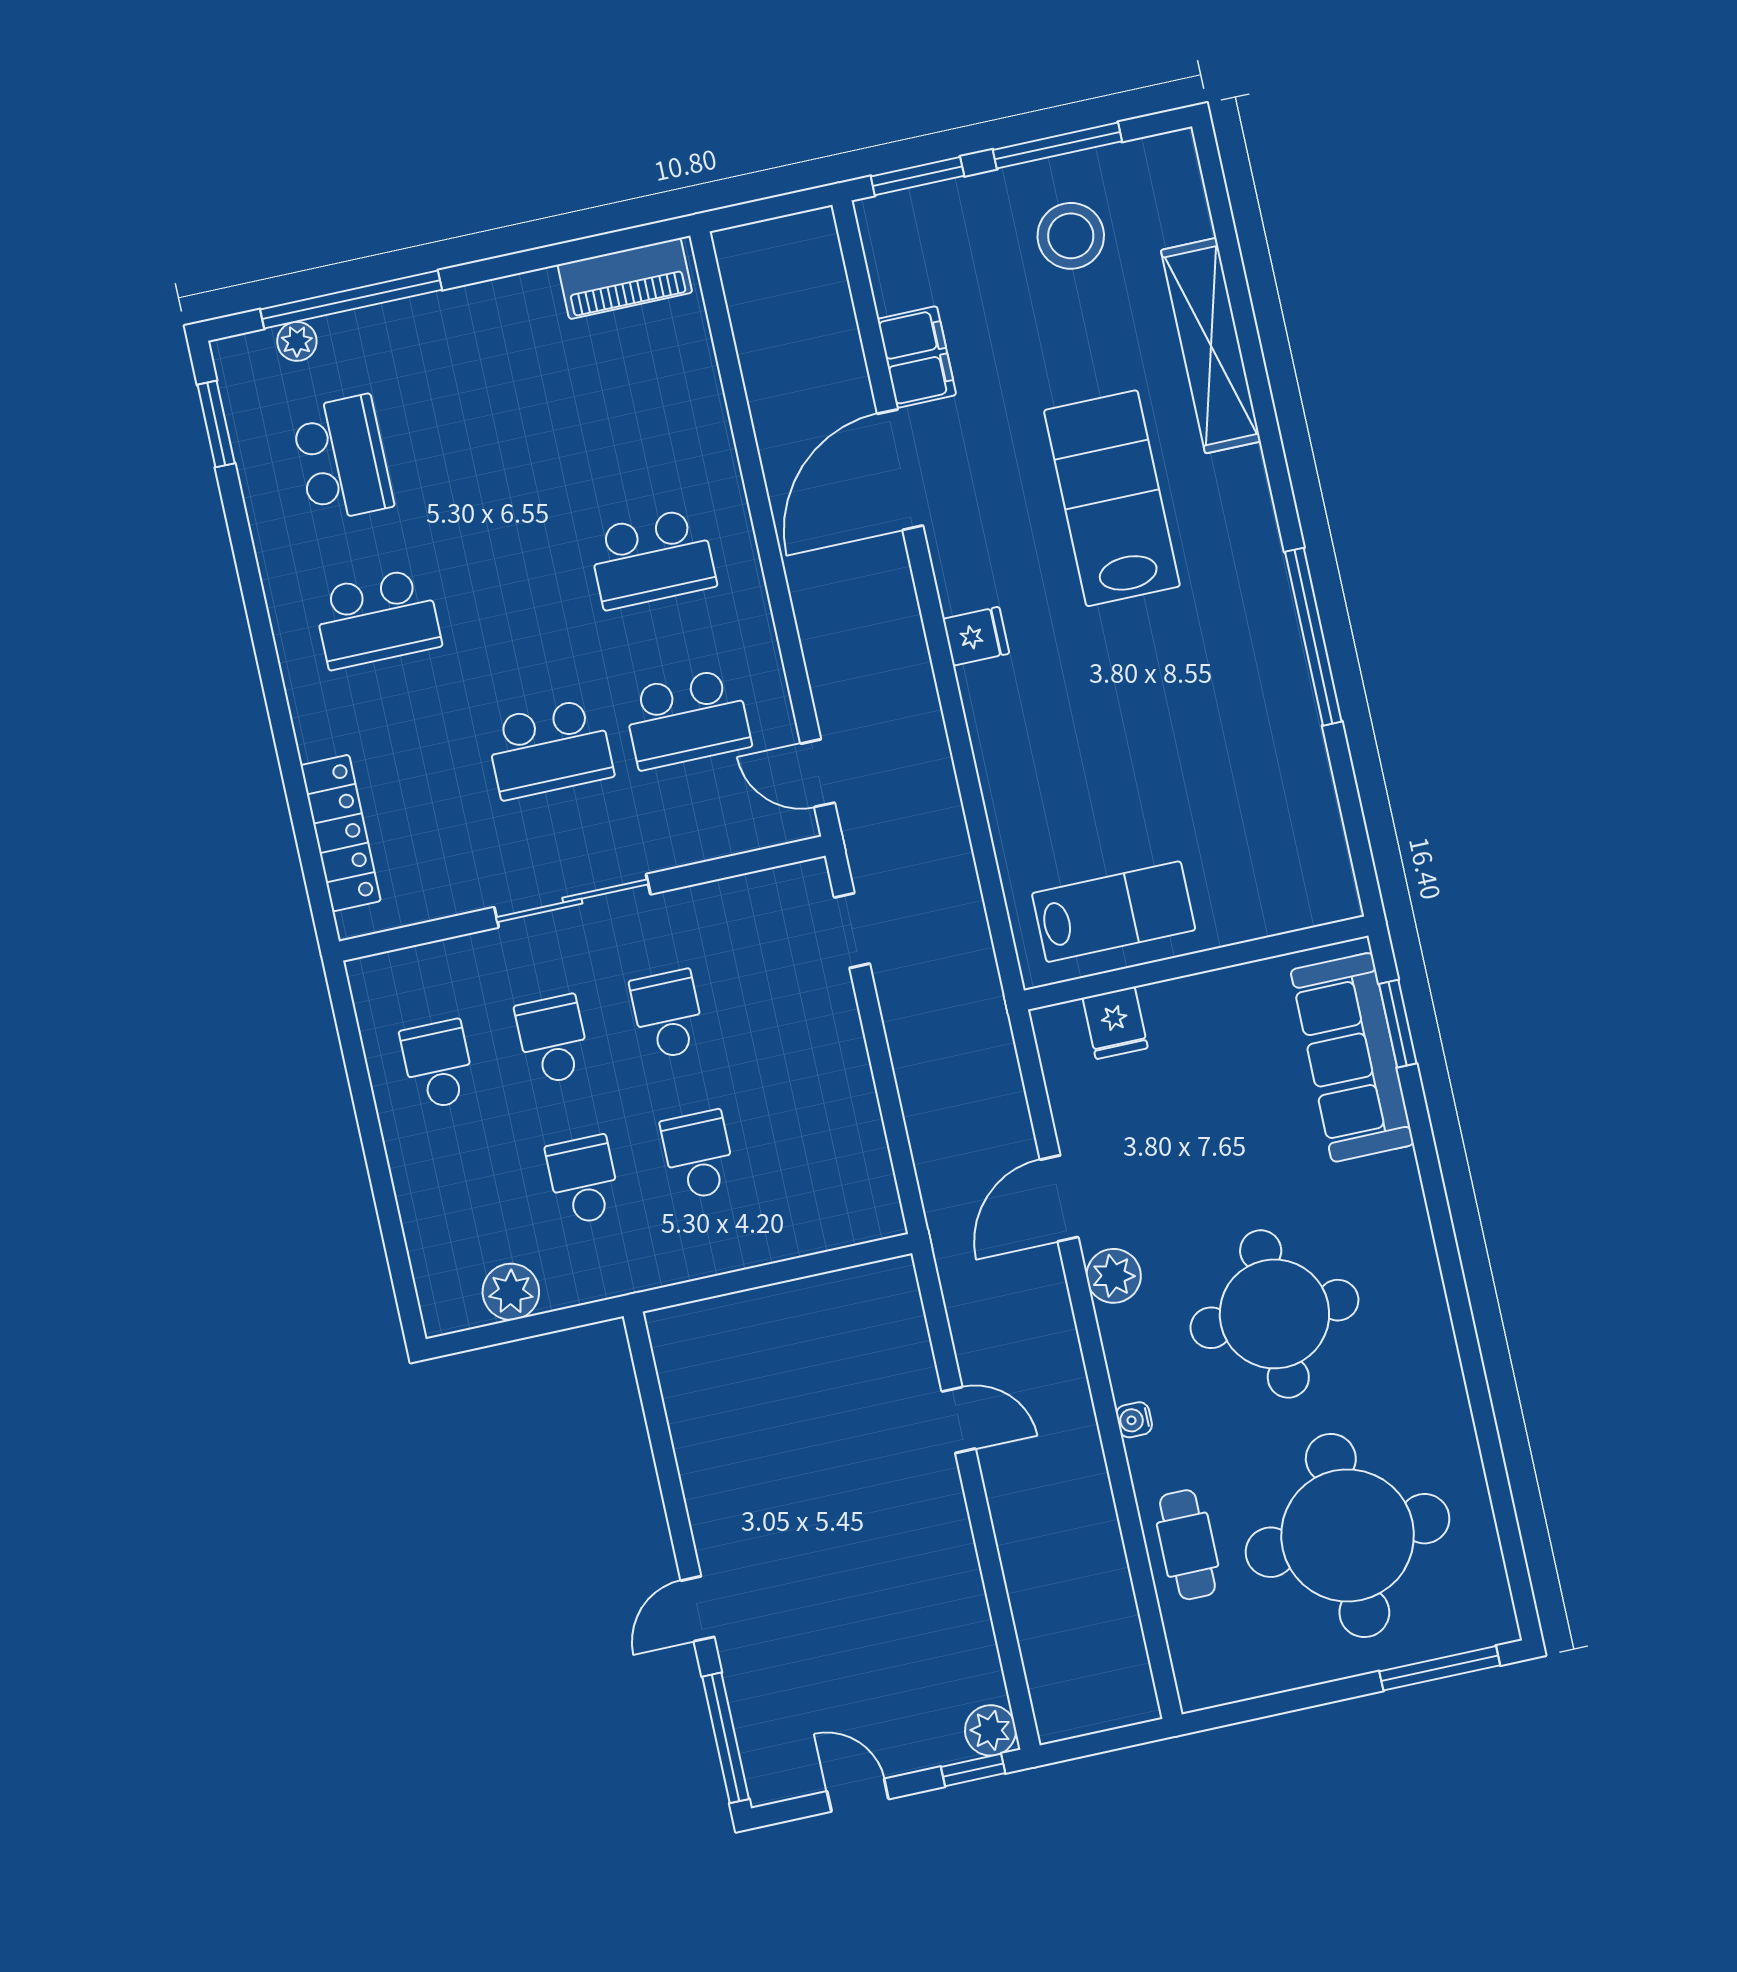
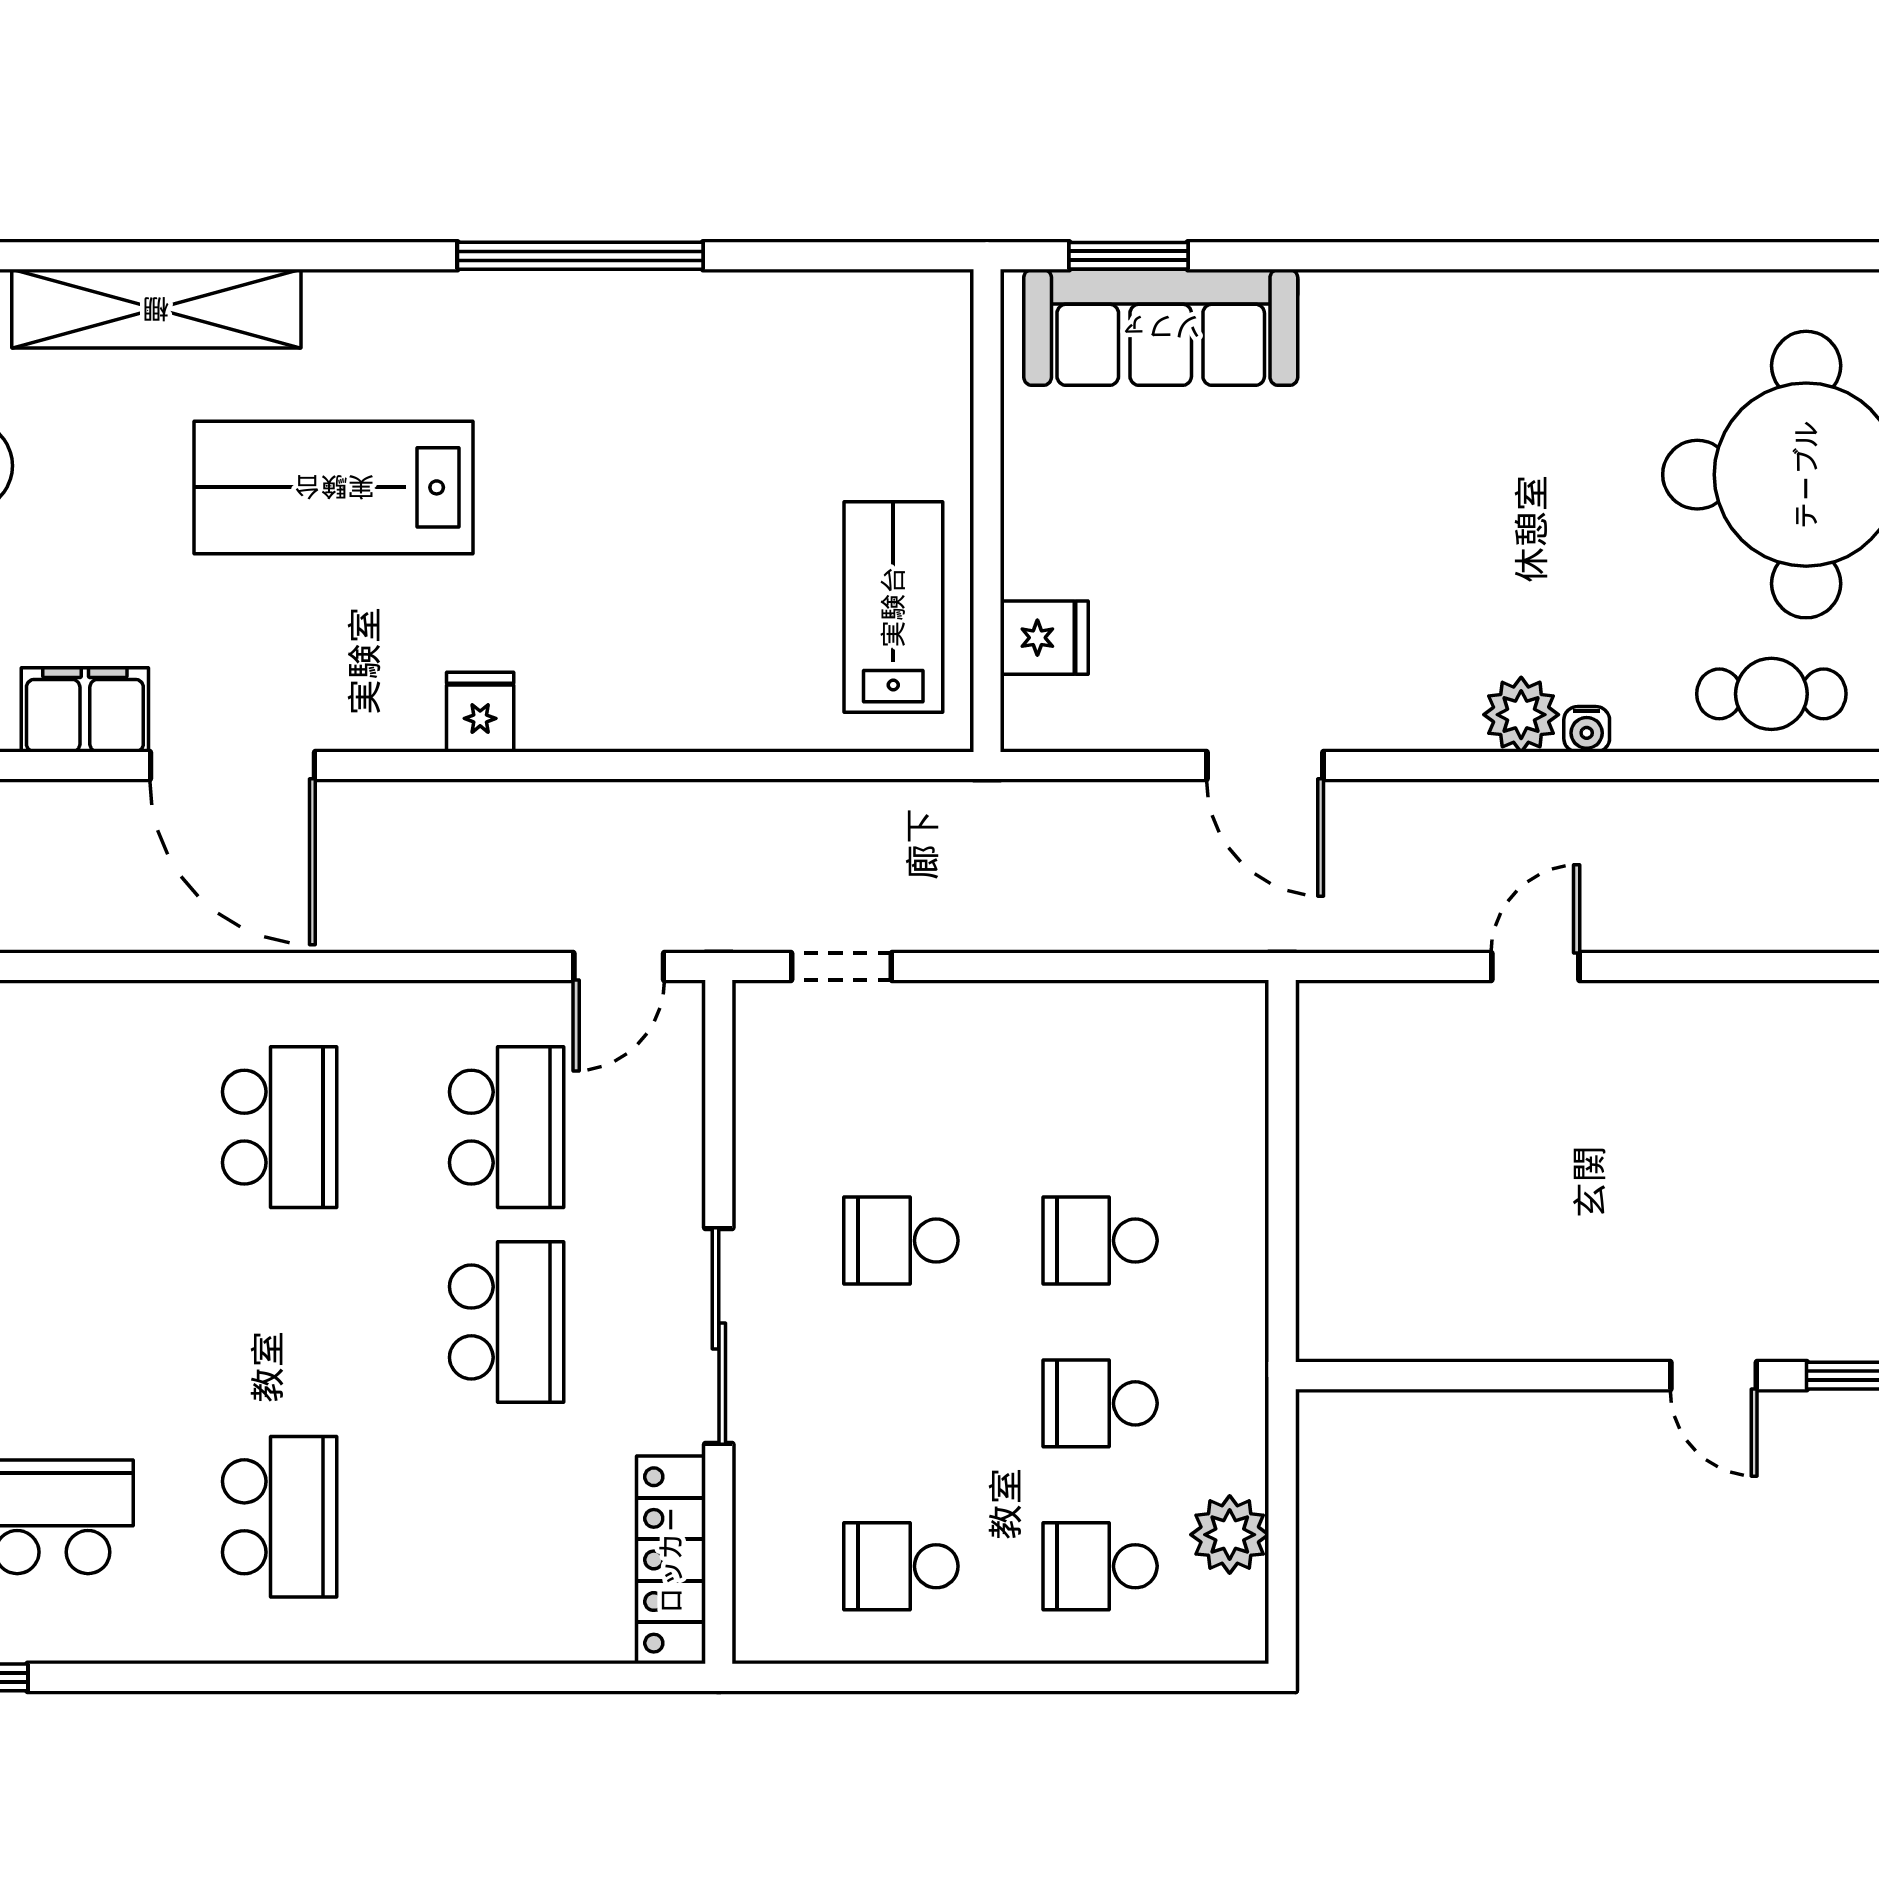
locker: (341, 833) -> (671, 1560), moved, turned -90
school desk: (553, 1040) -> (1100, 1566), moved
plant: (1114, 1276) -> (1521, 715), moved
round table: (1274, 1314) -> (1485, 508), removed

